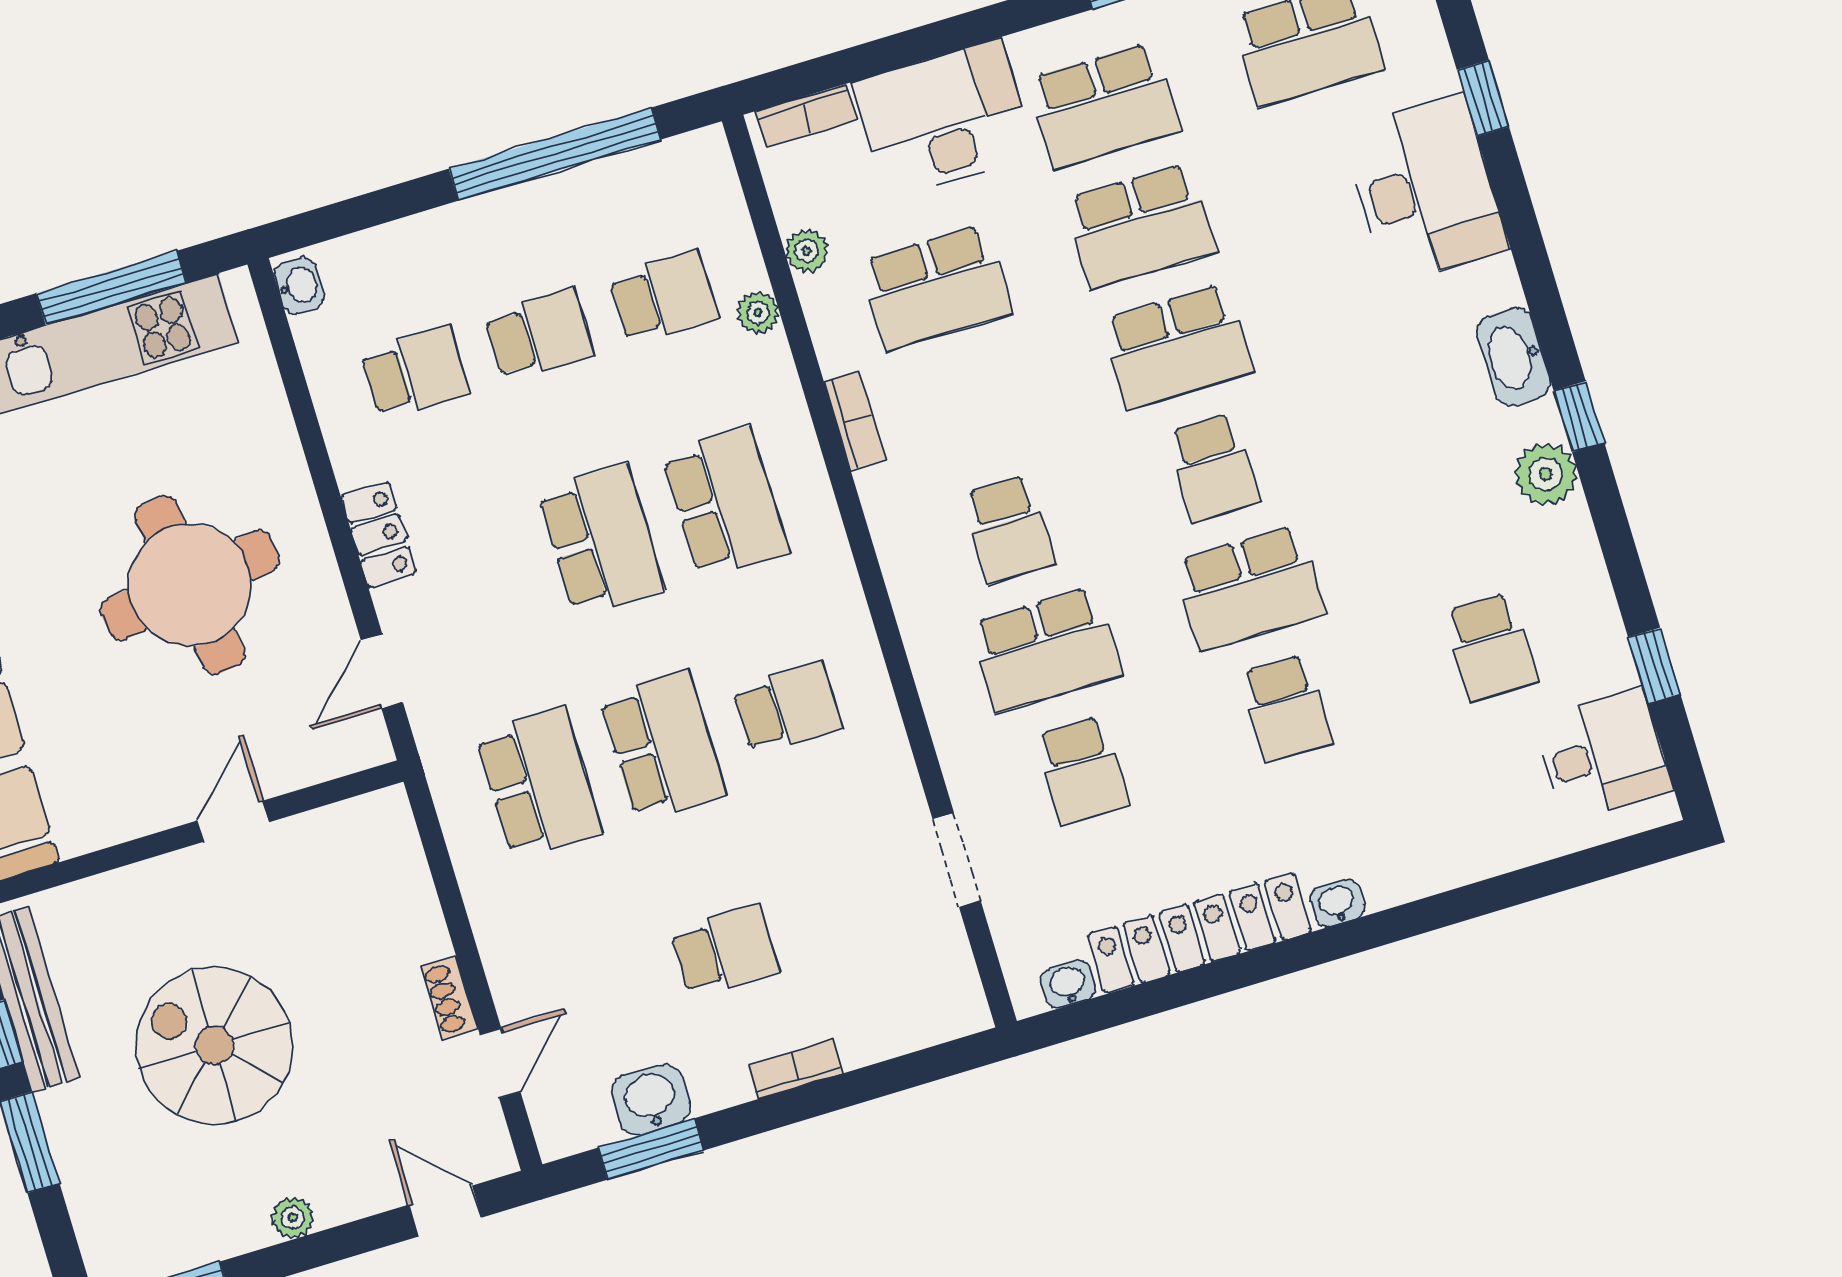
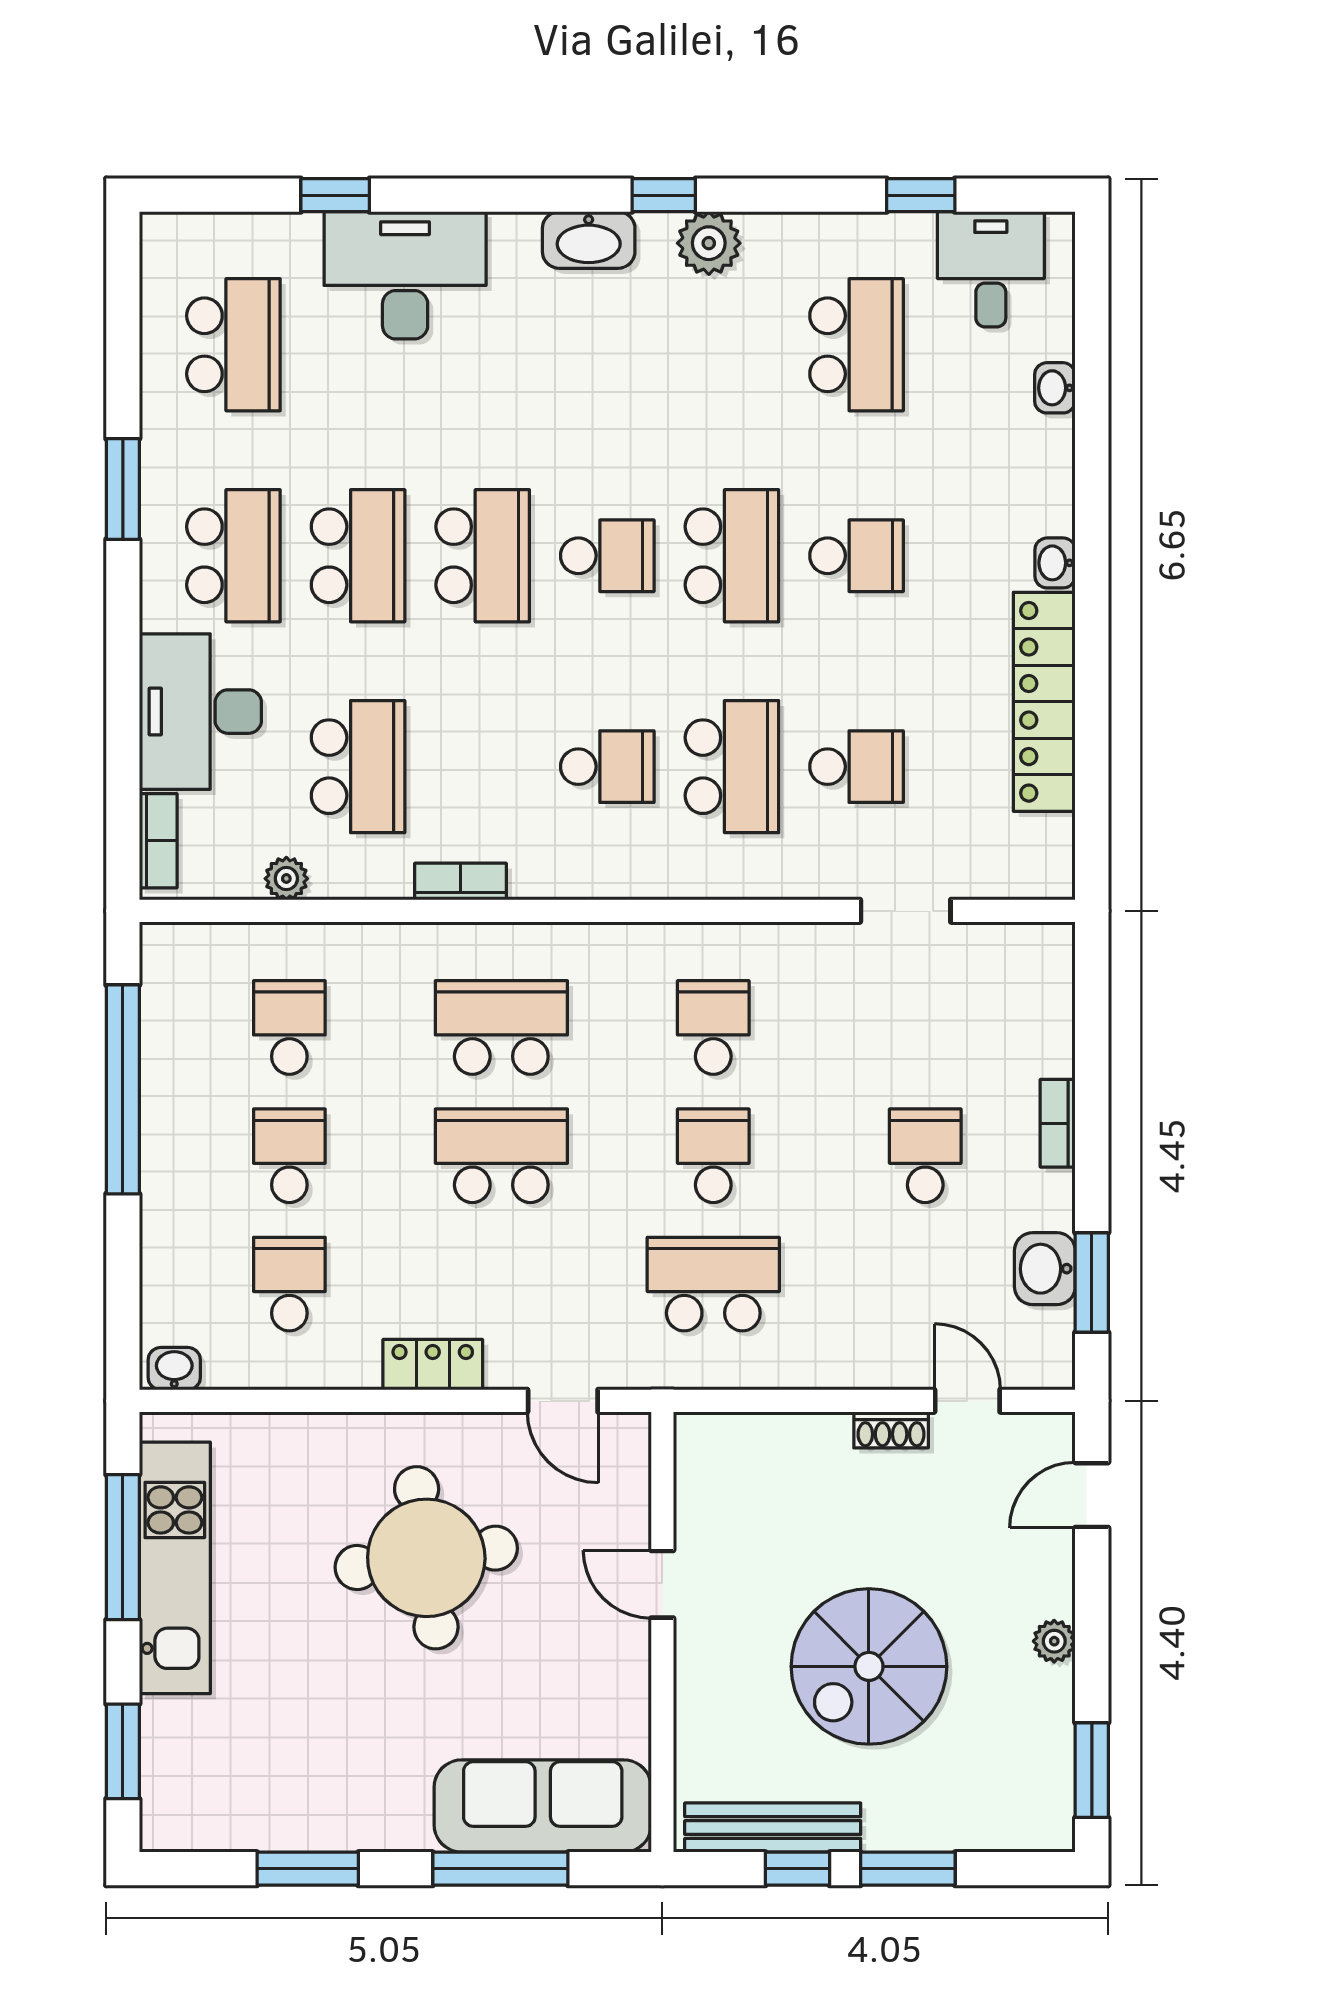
plant: (758, 313) -> (331, 942), removed
school desk: (1490, 647) -> (857, 345), width x1.85
school desk: (663, 745) -> (713, 1156), width x0.54
washbasin: (1068, 984) -> (1055, 388), moved

